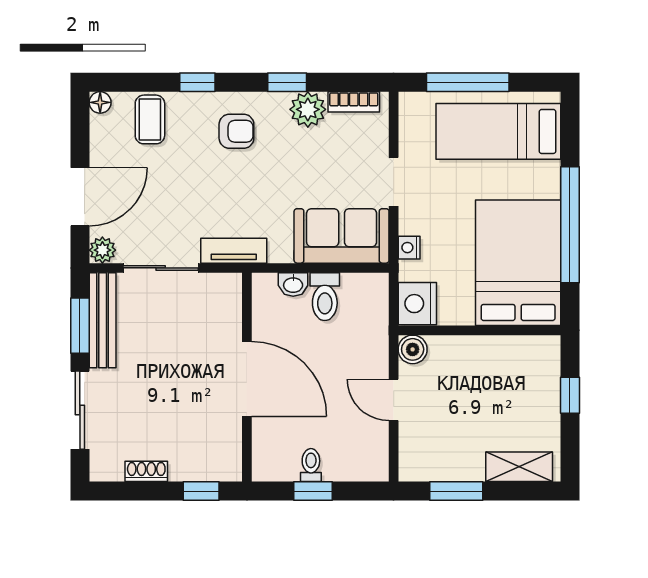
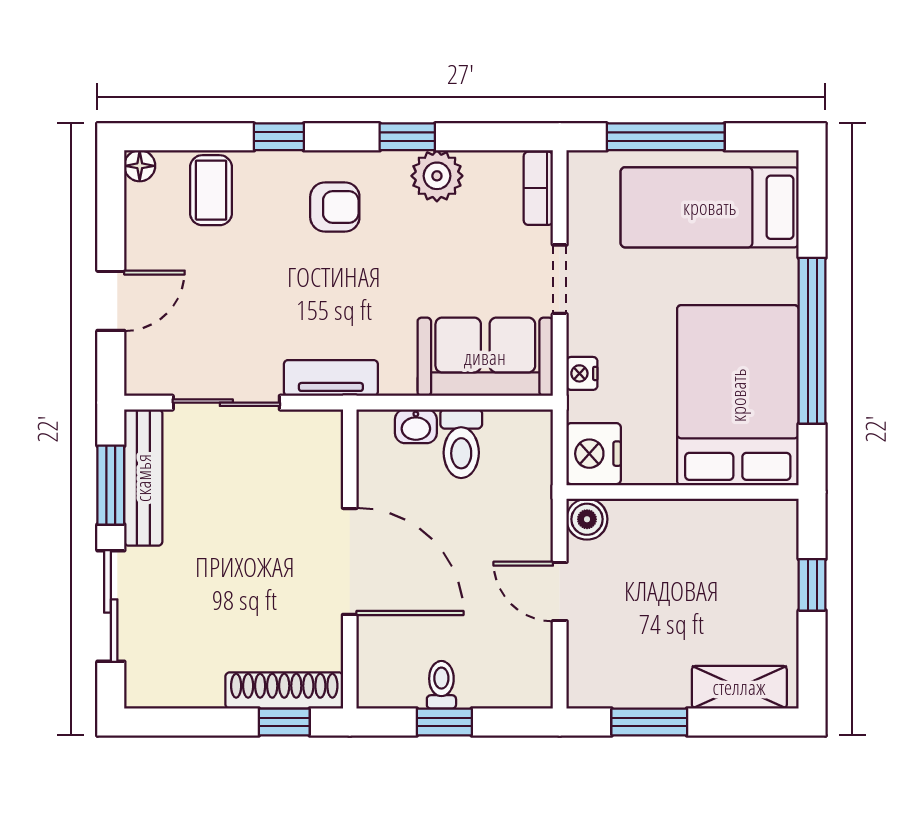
bookcase: (354, 102) -> (538, 188), moved, turned 90
door: (80, 197) -> (111, 301), width x0.73
plant: (102, 250) -> (143, 377), removed
shoe rack: (146, 471) -> (284, 690), moved, width x1.94, depth x1.24

